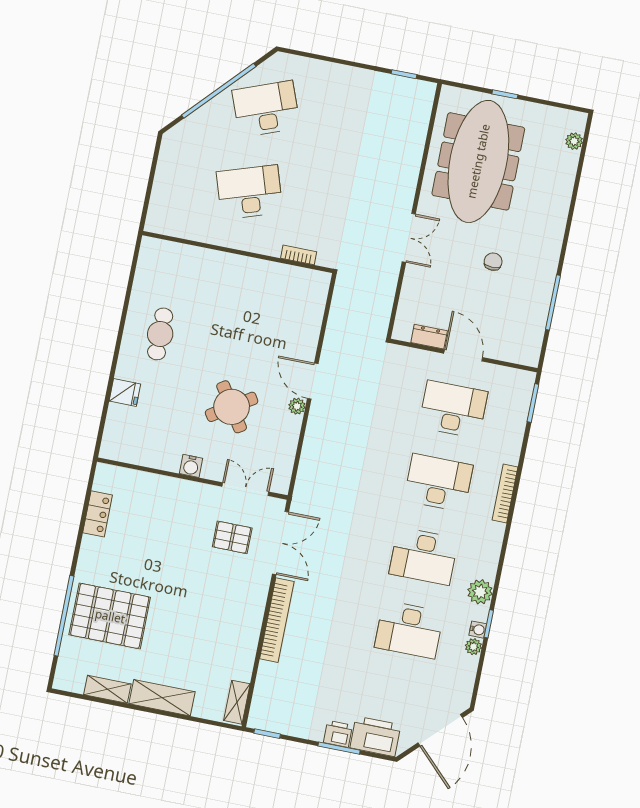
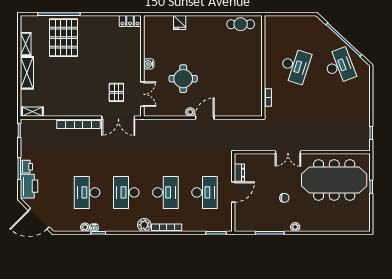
plant: (574, 141) -> (295, 227), moved
desk: (250, 192) -> (295, 66), turned 36
cafe table: (160, 334) -> (241, 24), moved
round table: (232, 407) -> (183, 79), turned 33
locker: (98, 514) -> (130, 21), moved
plant: (480, 592) -> (144, 225), moved

